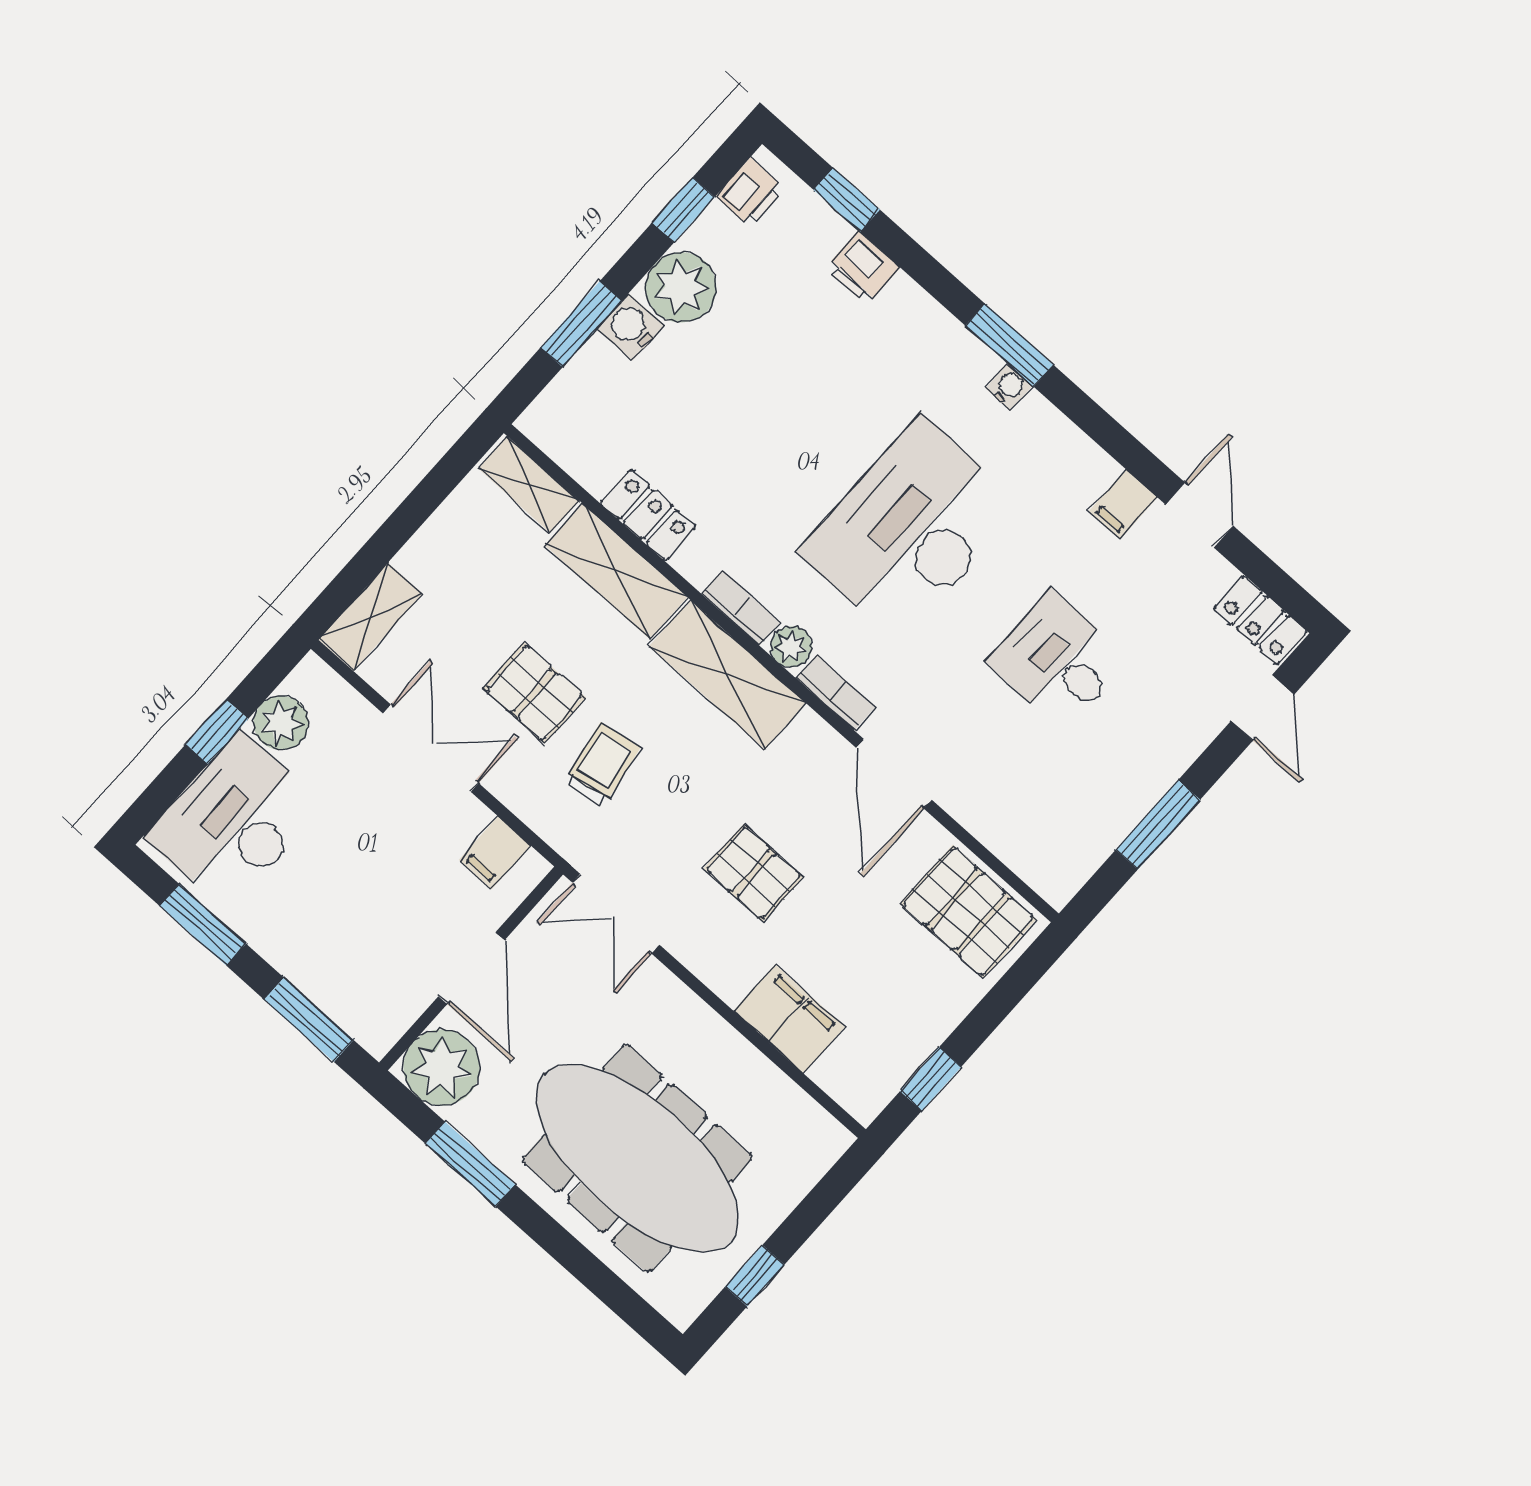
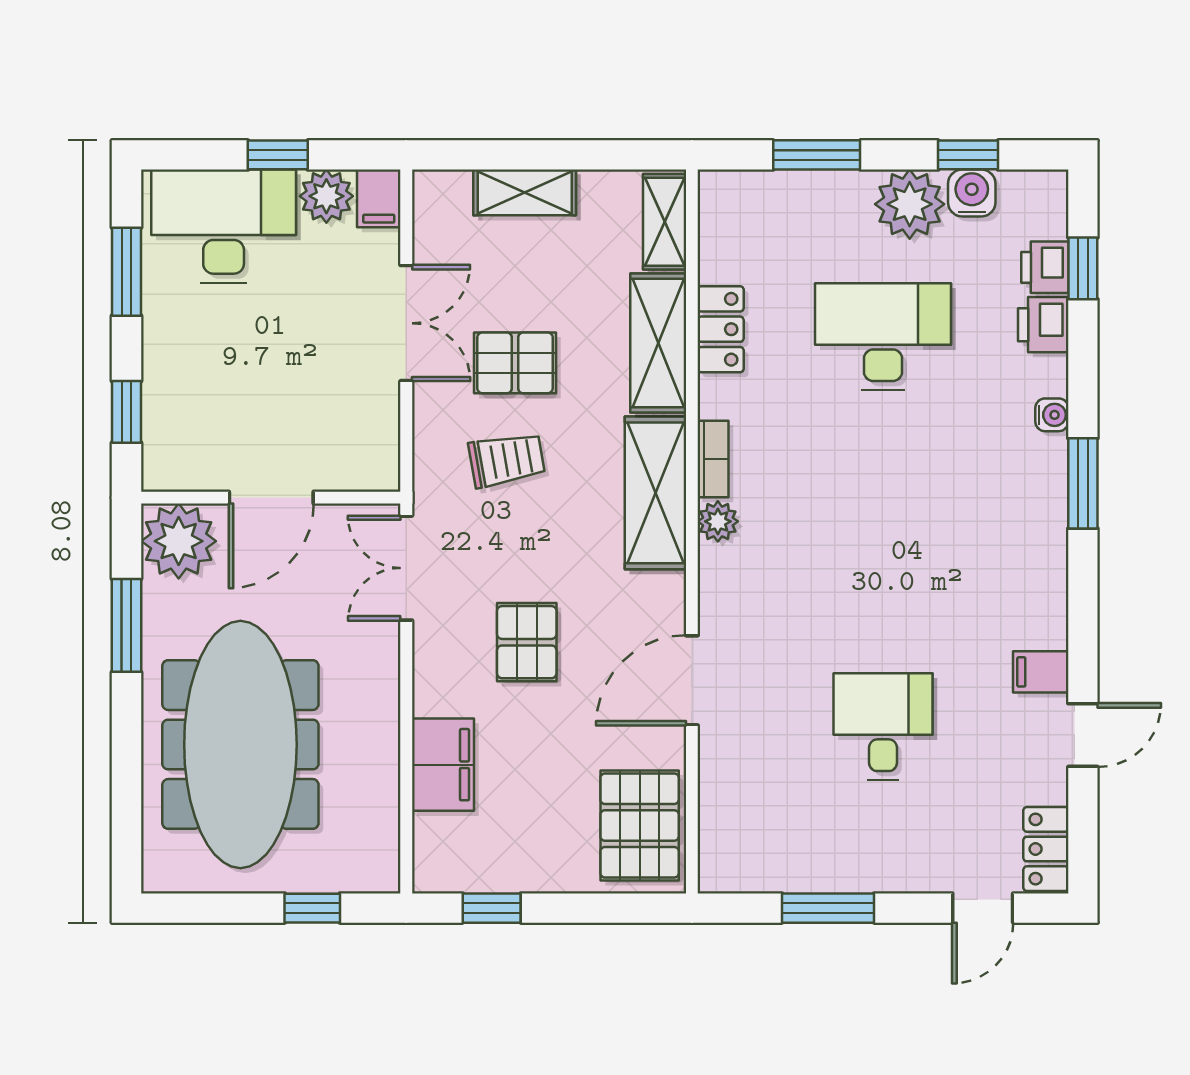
printer: (751, 193) -> (1045, 267), moved, turned 90
water cooler: (631, 327) -> (972, 193), moved
water cooler: (1009, 387) -> (1052, 415), moved
desk: (910, 529) -> (883, 336), moved, width x0.73, depth x0.77
shelving: (371, 617) -> (525, 192), moved
pallet: (534, 693) -> (515, 363), turned 90
bookcase: (835, 693) -> (713, 584), removed
filing cabinet: (495, 853) -> (379, 198), moved, turned -90
window: (309, 1020) -> (127, 412), width x0.67
window: (755, 1276) -> (312, 908), moved

